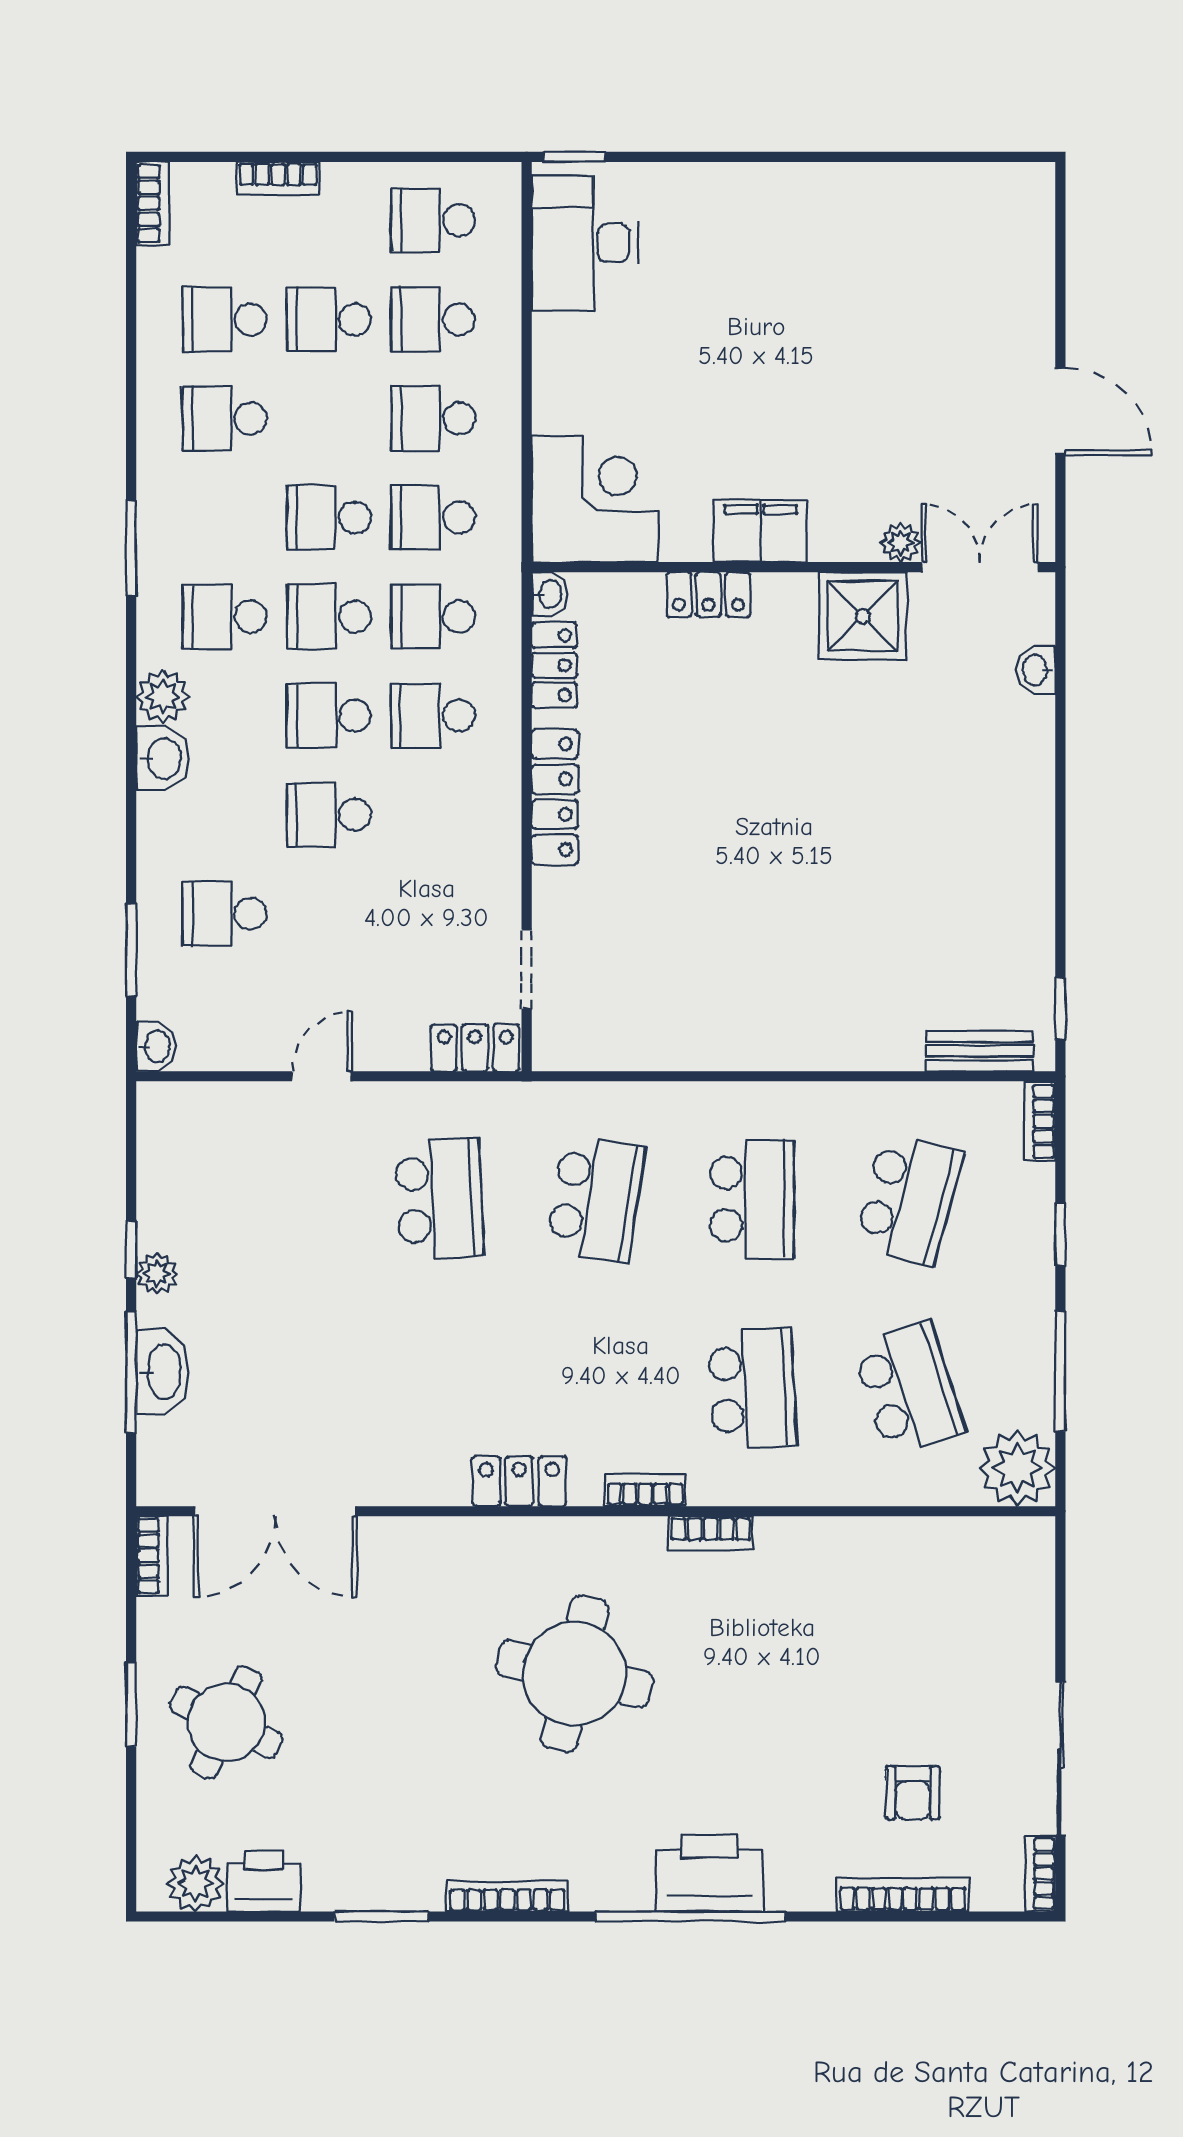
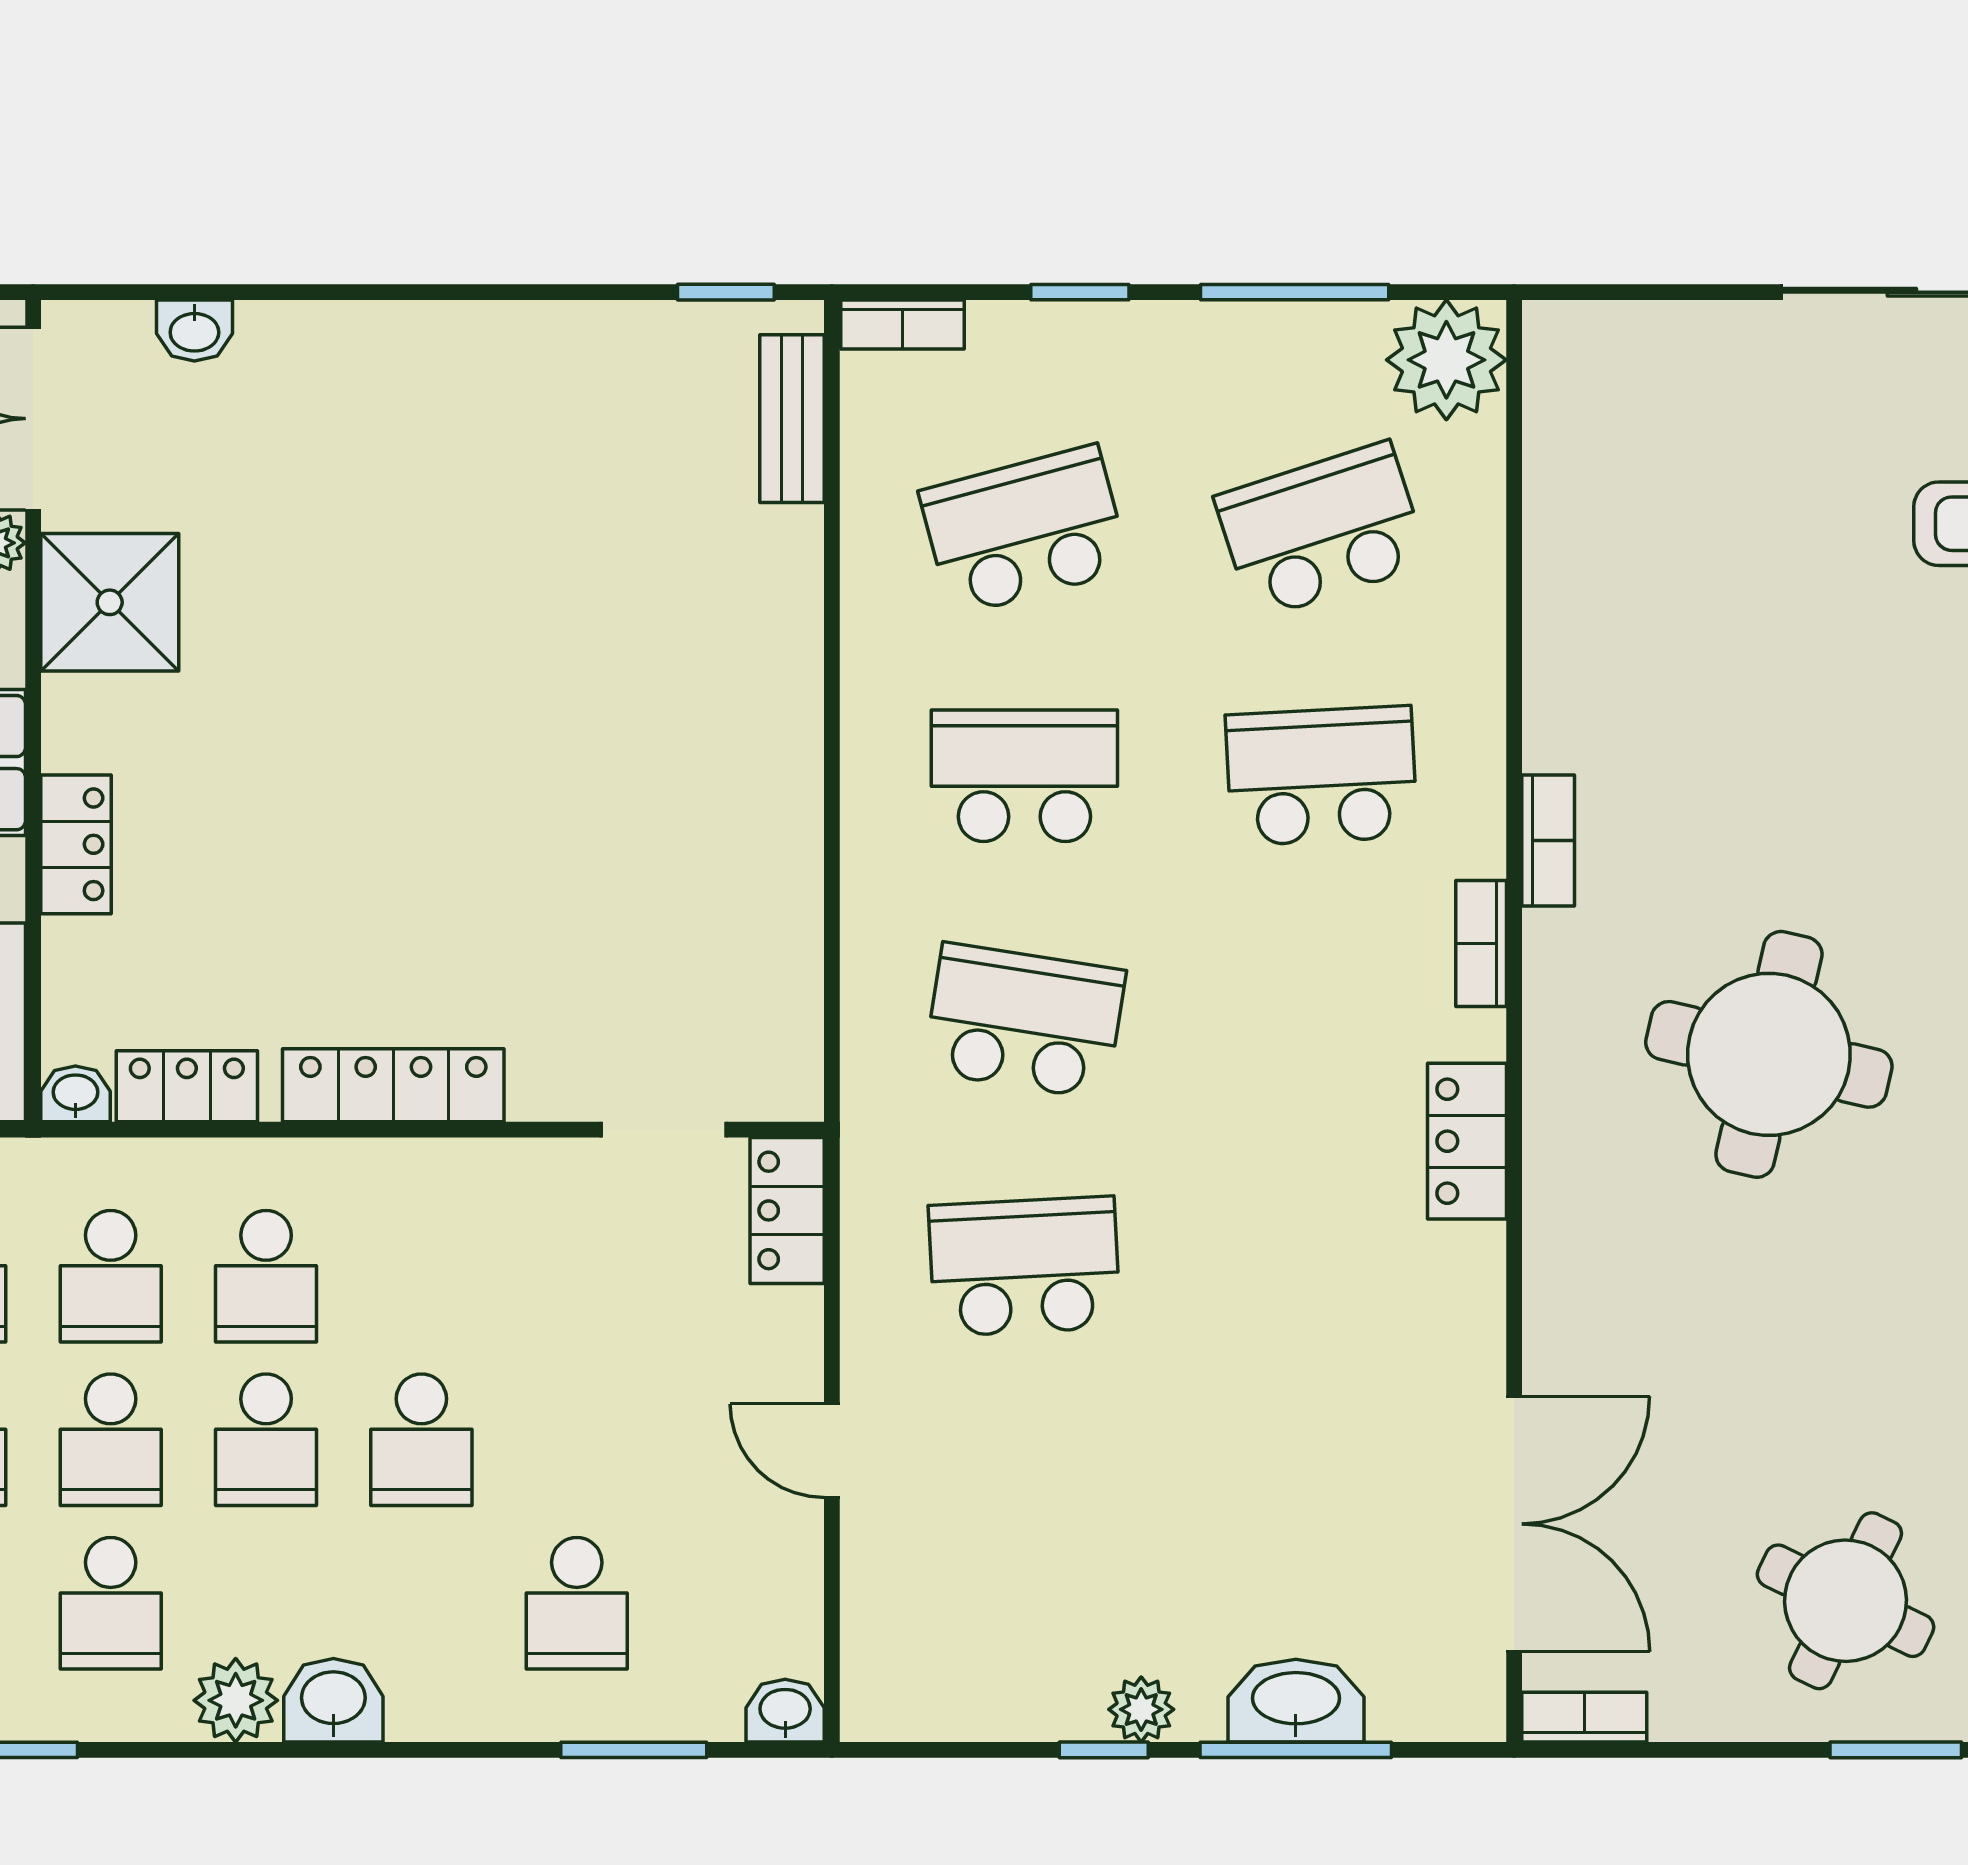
school desk: (909, 1199) -> (1024, 530), turned -30
window: (131, 1704) -> (1896, 1750), moved

